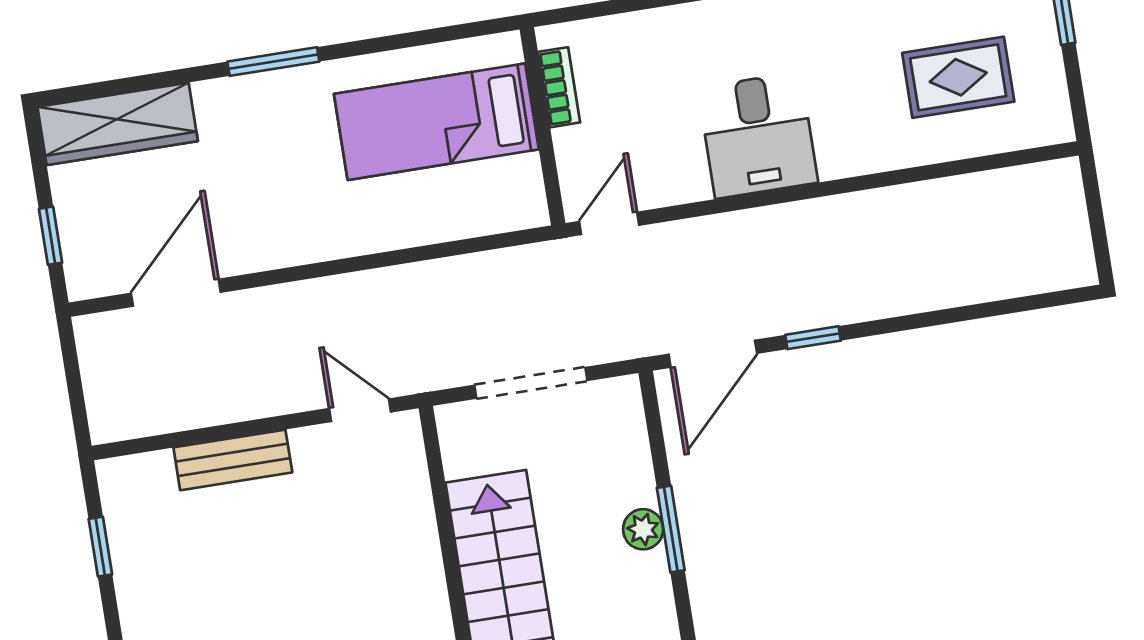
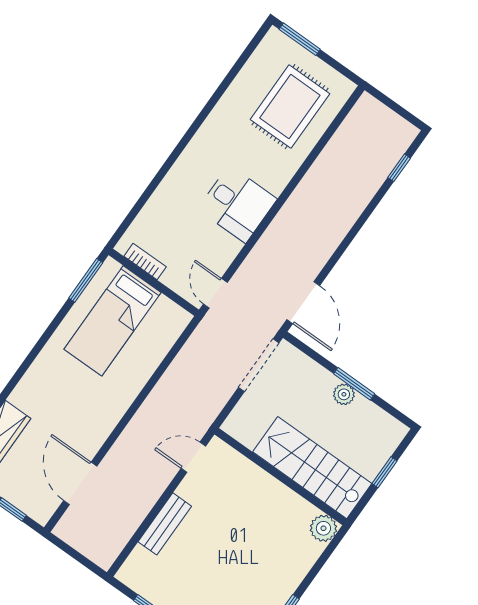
window: (273, 62) -> (86, 280), moved
rug: (958, 77) -> (290, 107), width x1.36, depth x1.43
window: (813, 338) -> (399, 168), moved
doorway: (531, 383) -> (259, 365), moved

